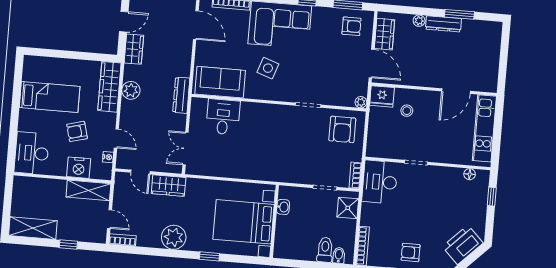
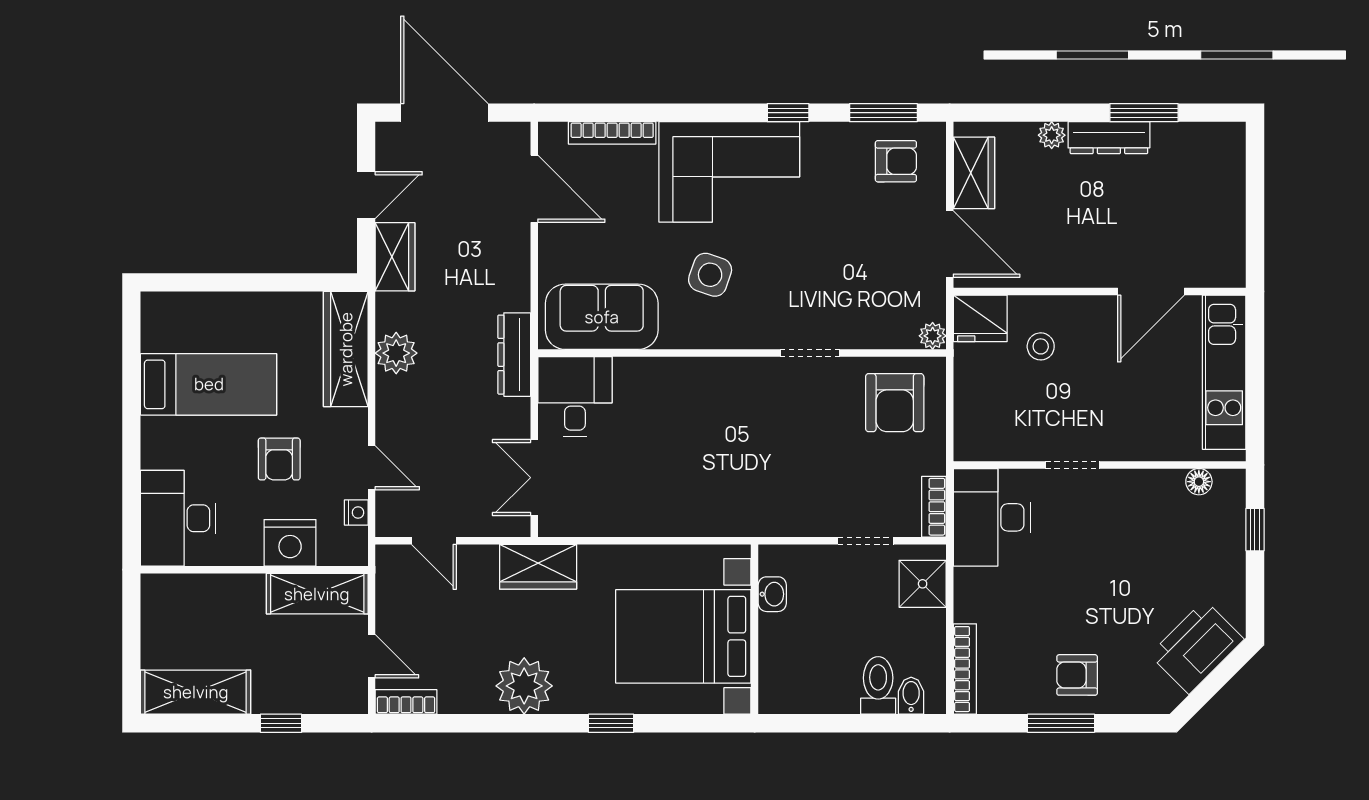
desk: (223, 117) -> (575, 397), moved
armchair: (77, 131) -> (279, 459), turned -75
wardrobe: (169, 186) -> (538, 567), moved

